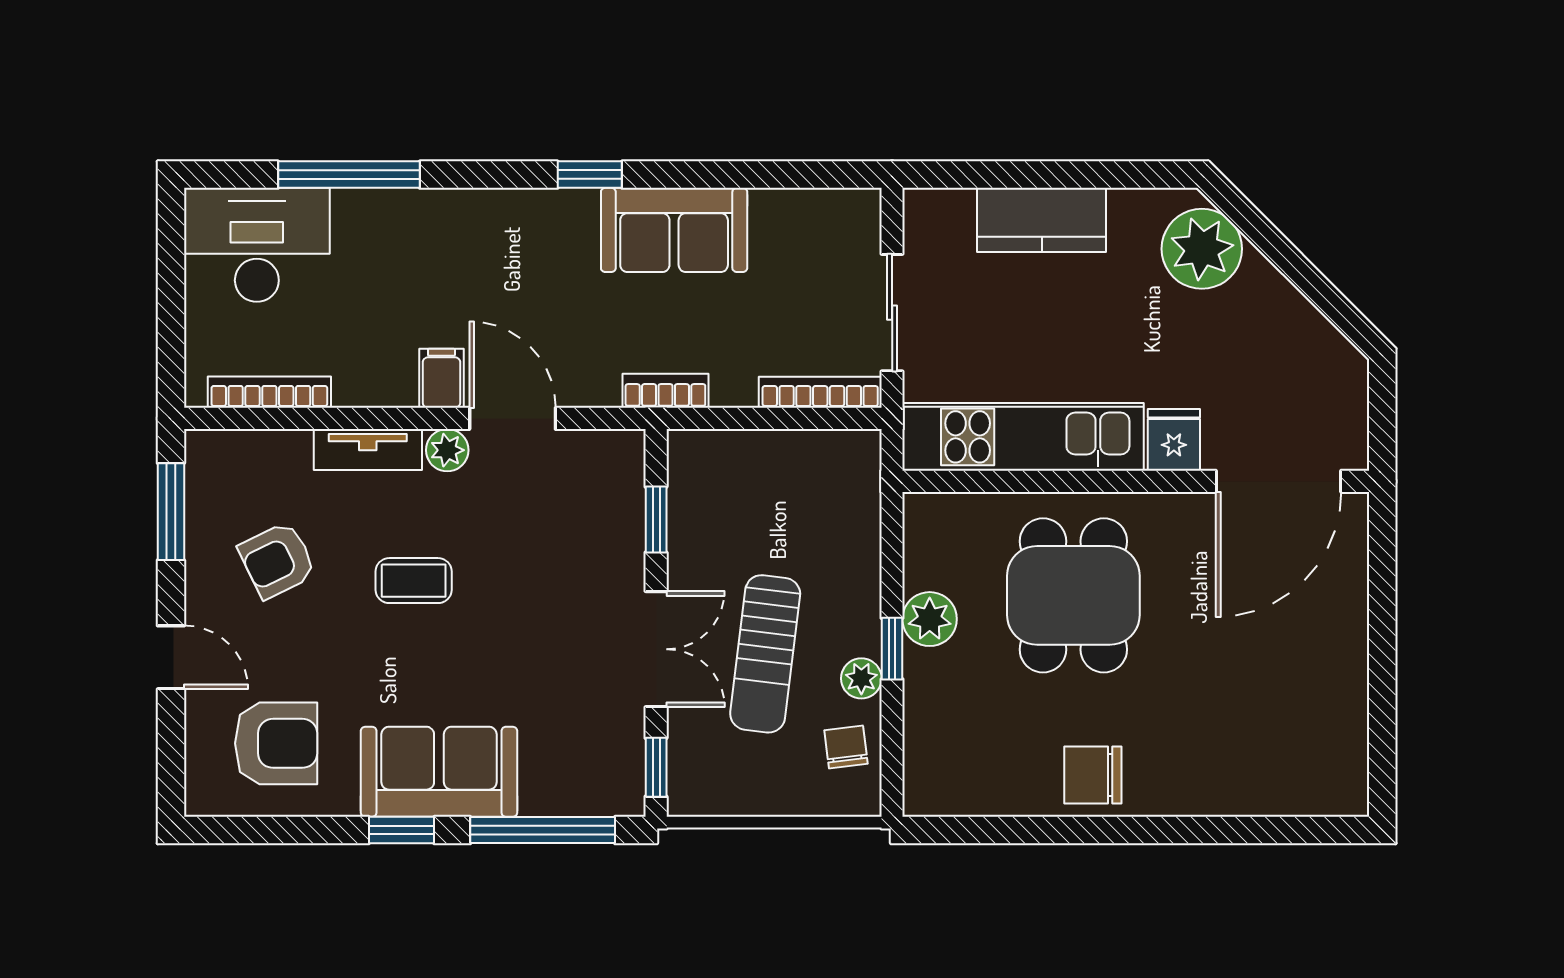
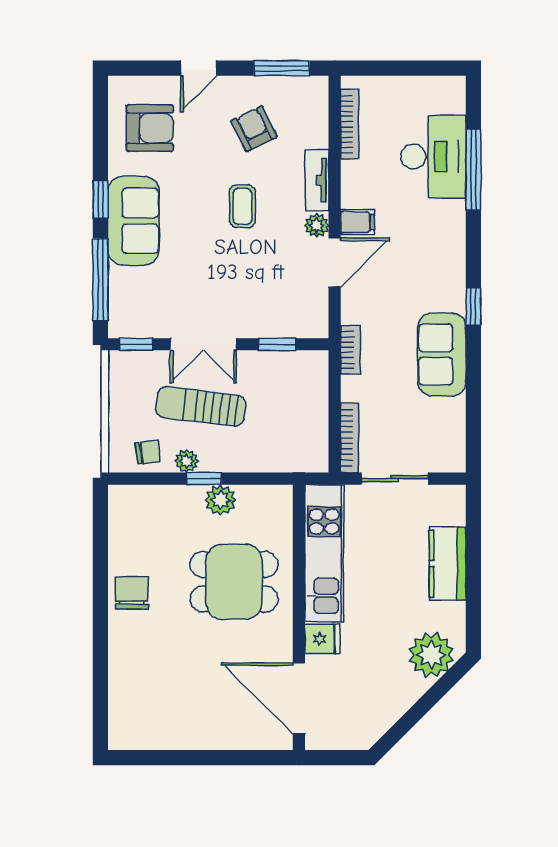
desk: (257, 245) -> (433, 157), moved
armchair: (276, 743) -> (150, 128), turned -90

